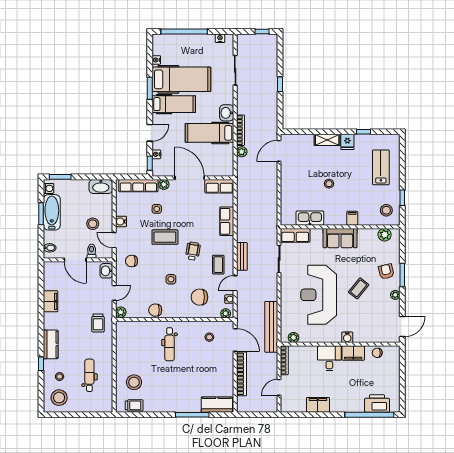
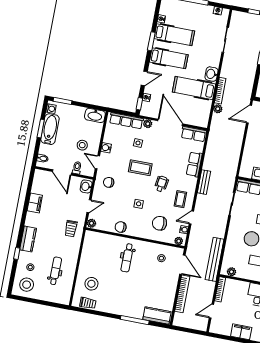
hospital bed: (181, 79) -> (174, 35), width x0.73, depth x0.78
bench: (242, 256) -> (204, 182), moved

